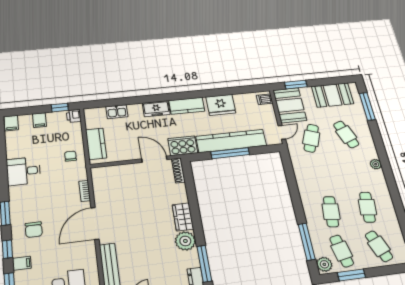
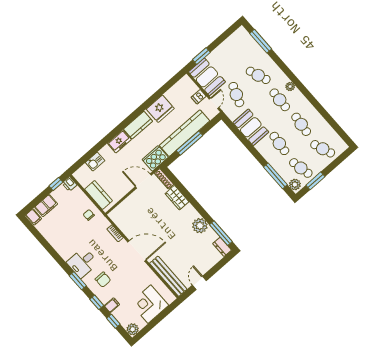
booth: (333, 95) -> (251, 127), moved, turned 90
dishwasher: (265, 99) -> (199, 97), moved
filing cabinet: (39, 120) -> (46, 206), width x2.00
cafe table: (357, 170) -> (280, 100), added
desk: (23, 171) -> (82, 263), moved
wardrobe: (183, 217) -> (177, 198), moved
door: (95, 223) -> (137, 251), swing flipped

